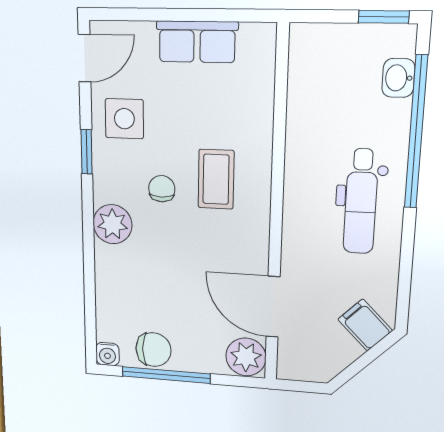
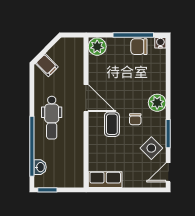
row of seats: (197, 42) -> (105, 180), moved
side table: (124, 119) -> (151, 148), turned 45
window: (87, 152) -> (168, 134), width x1.50
dental chair: (361, 202) -> (52, 118), turned 180
door: (273, 307) -> (86, 98), moved

